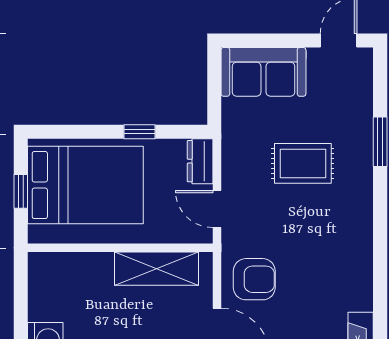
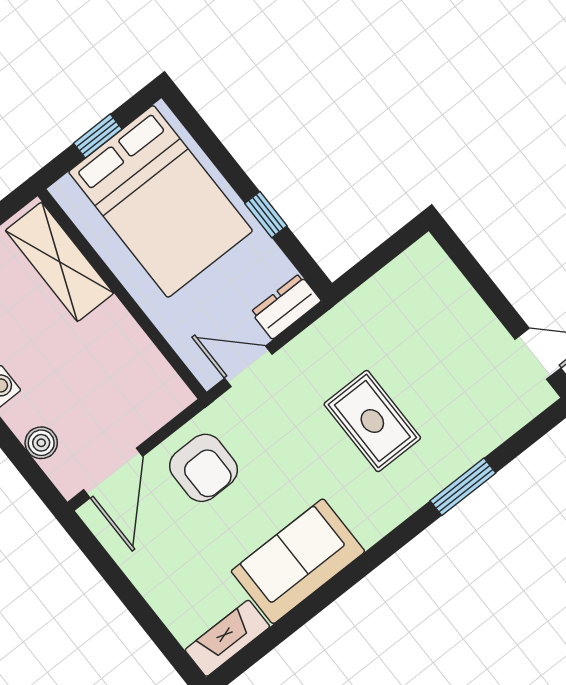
sofa: (263, 72) -> (298, 561), moved, turned 90
door: (217, 209) -> (248, 366), hinge flipped
shelving: (156, 269) -> (60, 262), moved

